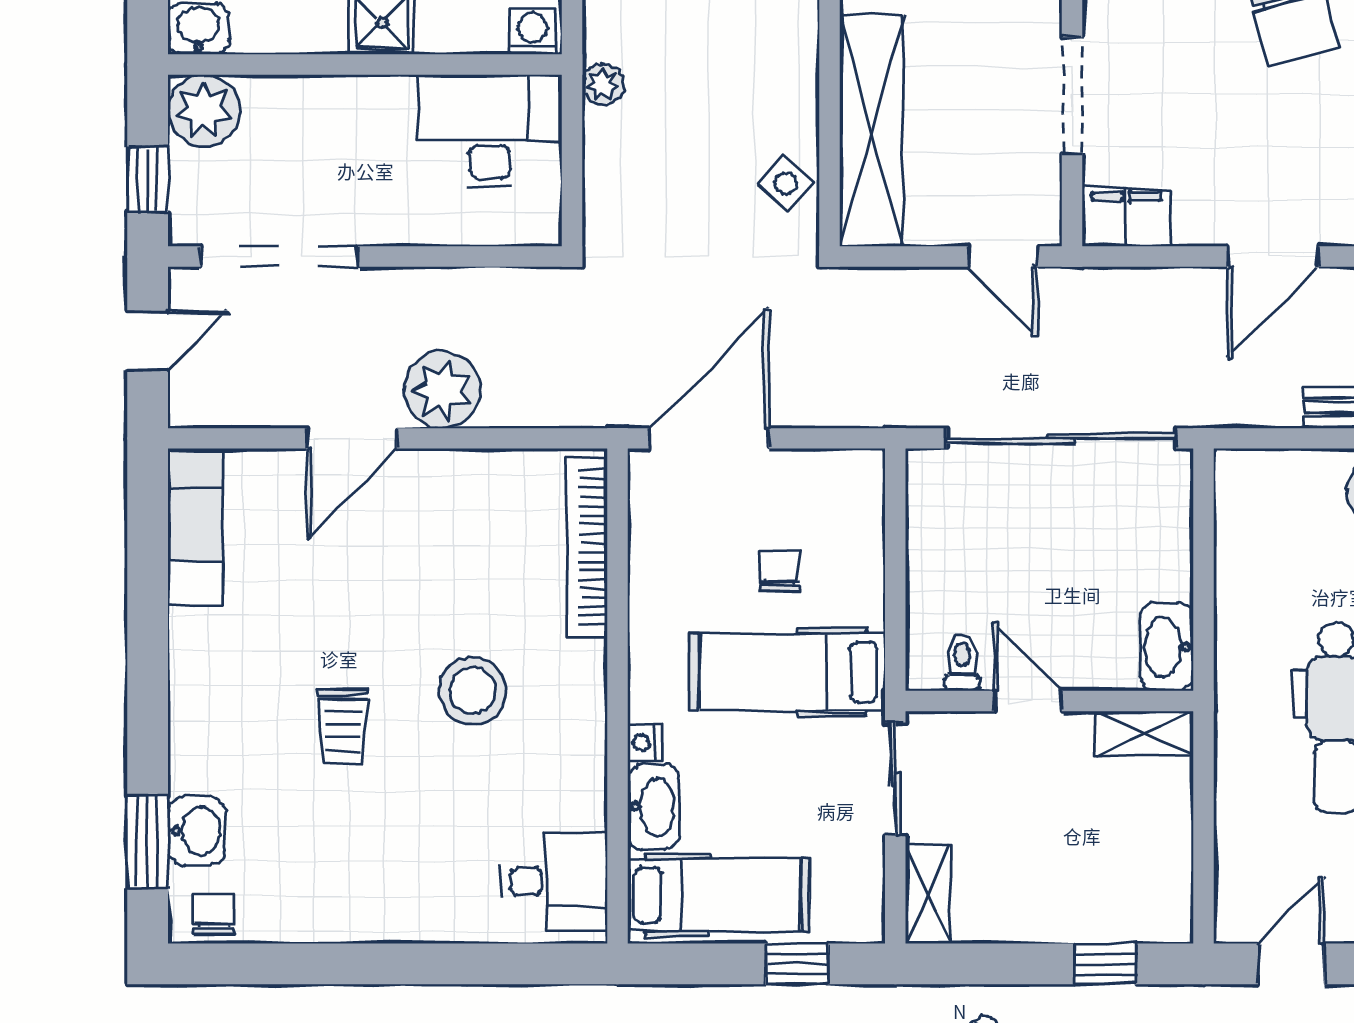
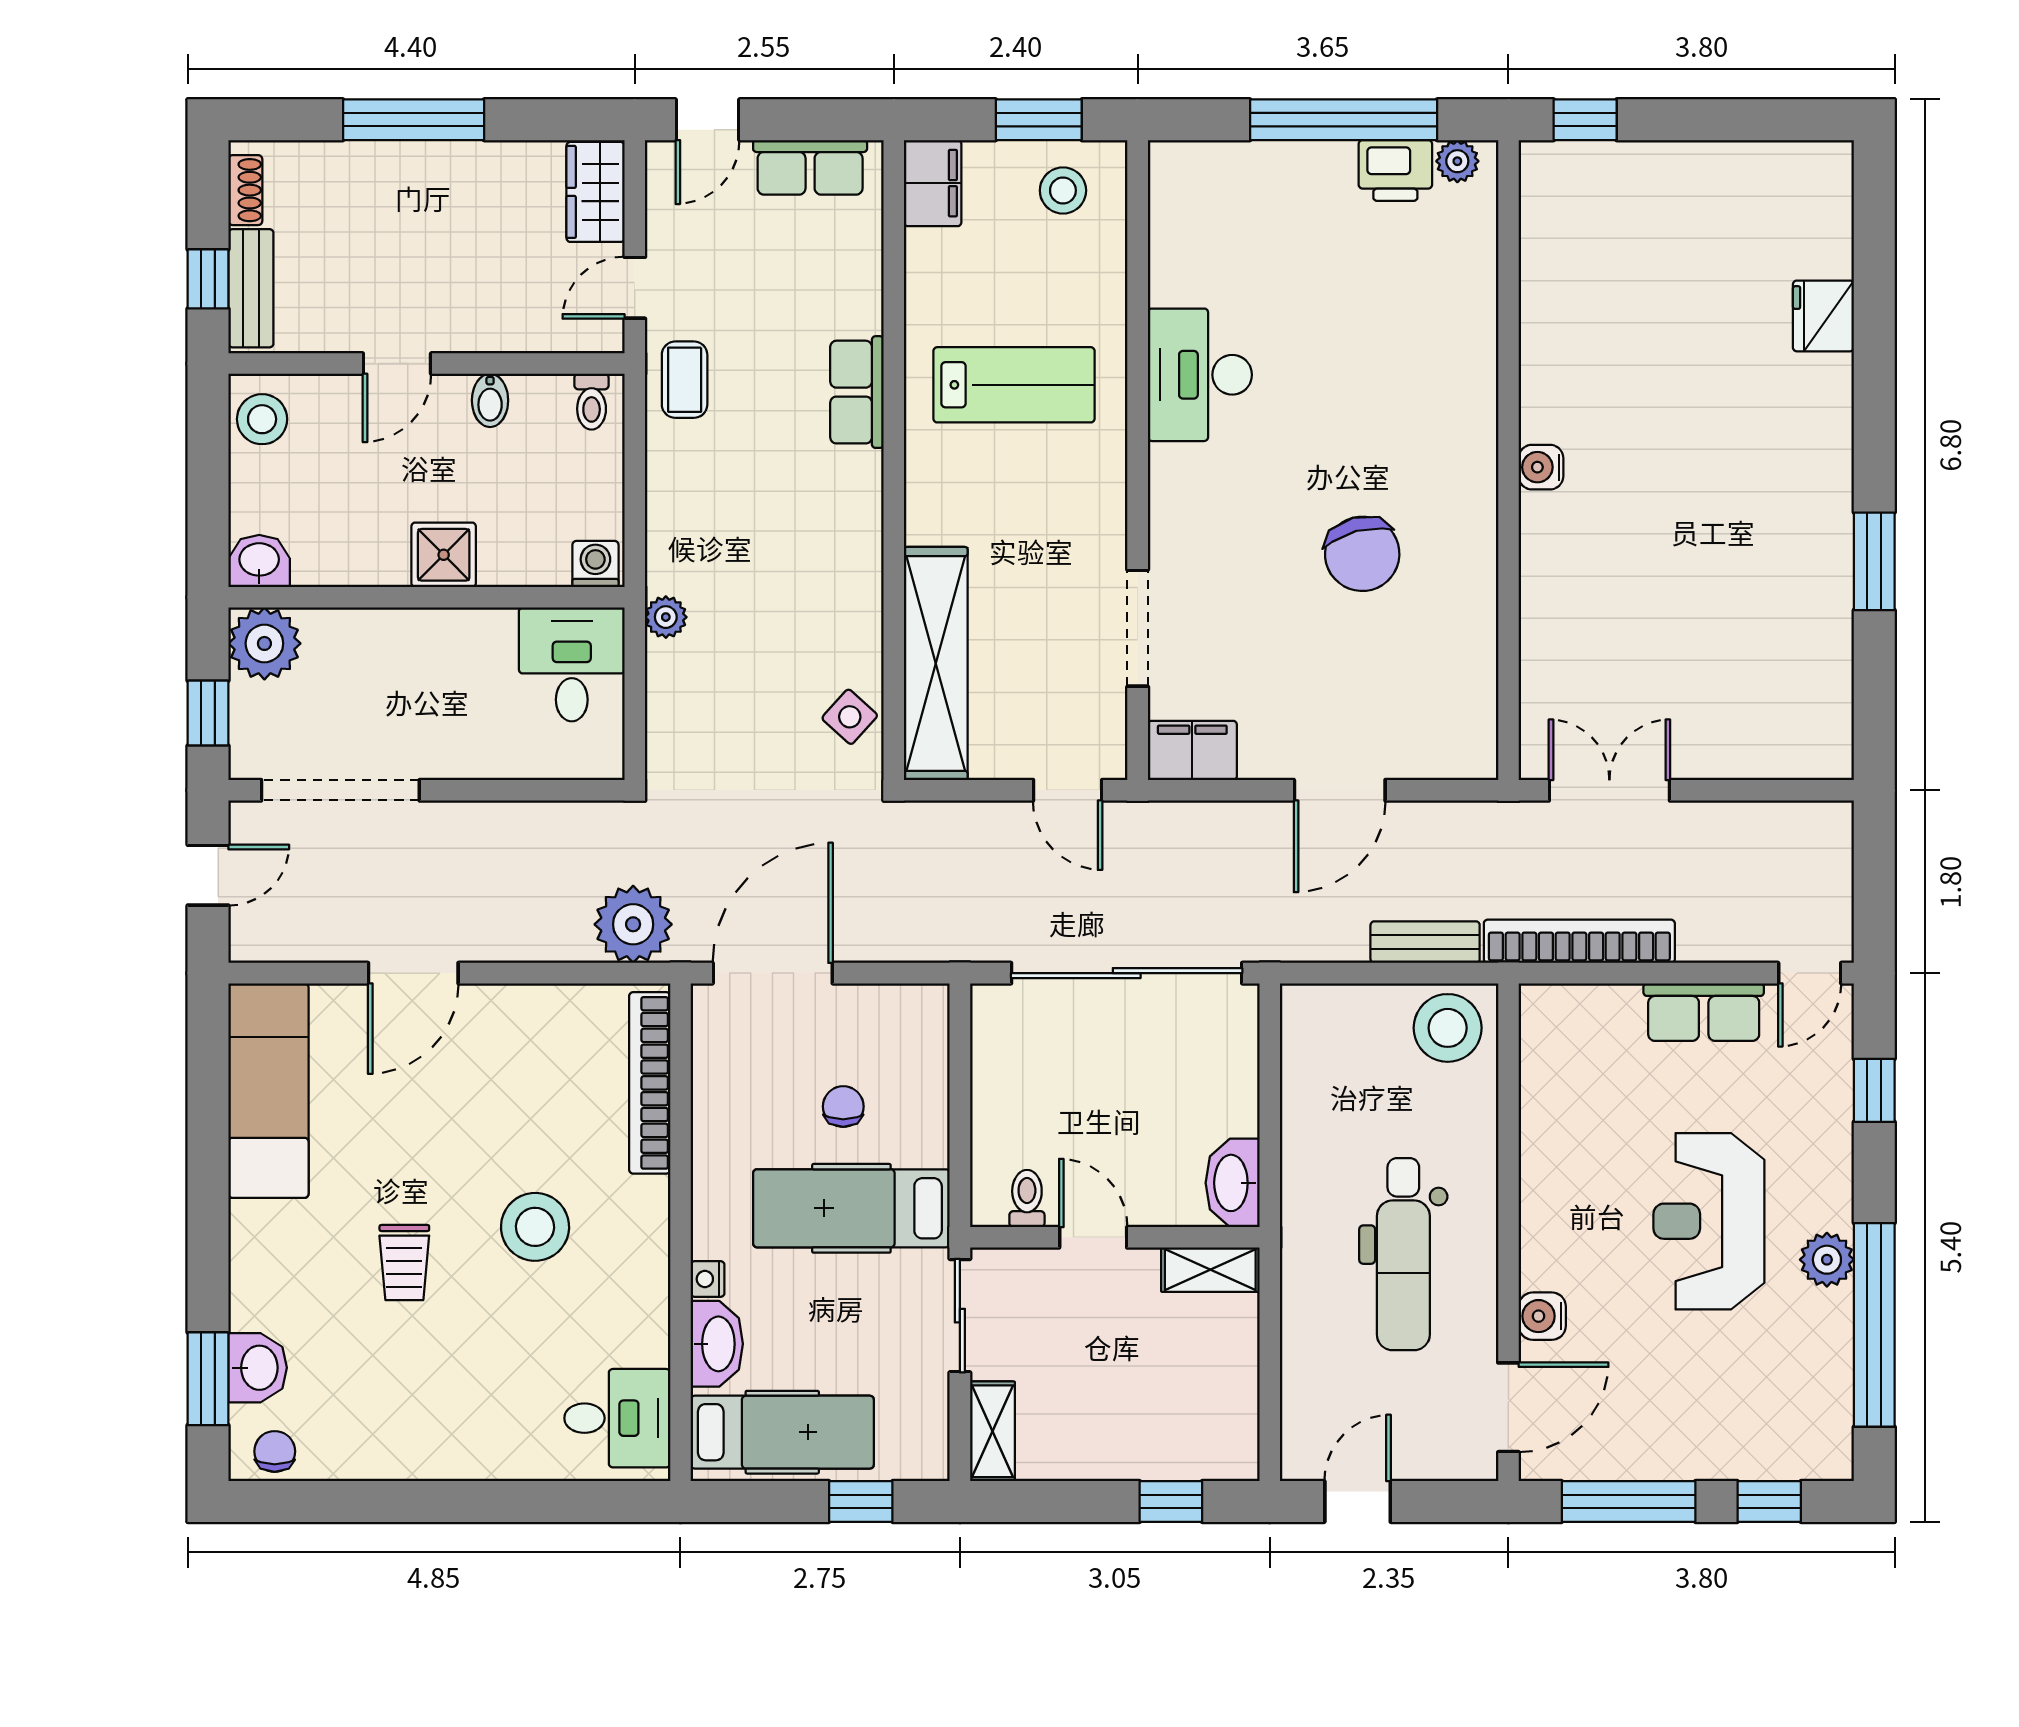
desk: (490, 131) -> (572, 664), width x0.73
plant: (442, 390) -> (633, 924), moved
exam couch: (195, 527) -> (268, 1091), width x1.36, depth x1.45

